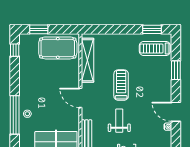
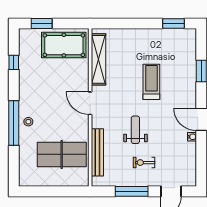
treadmill: (155, 49) -> (177, 46), removed
window: (15, 50) -> (14, 62), moved
treadmill: (121, 85) -> (151, 82), moved

